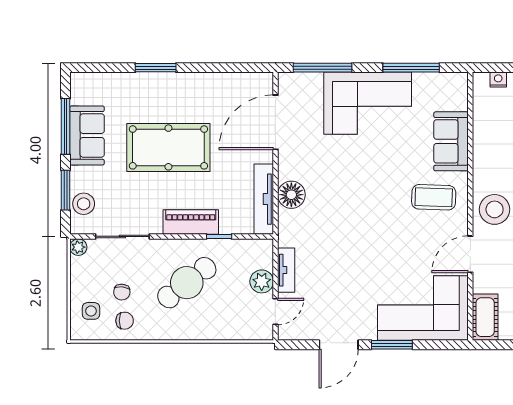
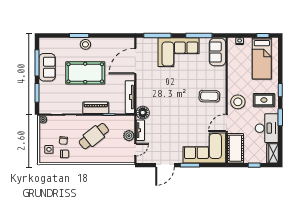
sofa: (451, 141) -> (217, 52), moved
floor lamp: (291, 195) -> (143, 113), moved
stool: (84, 204) -> (85, 44), moved
cot: (485, 317) -> (235, 148), width x1.37, depth x1.34

